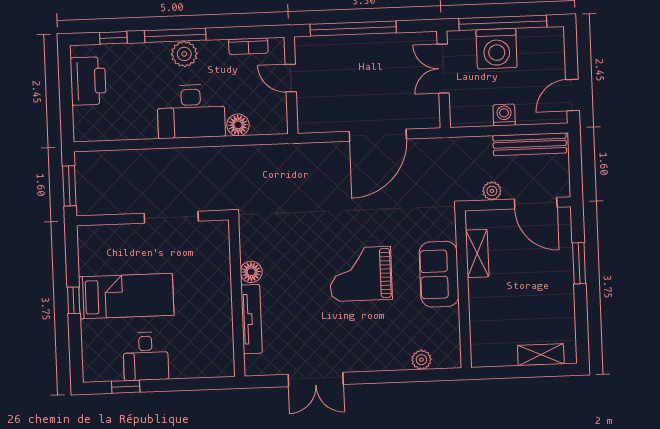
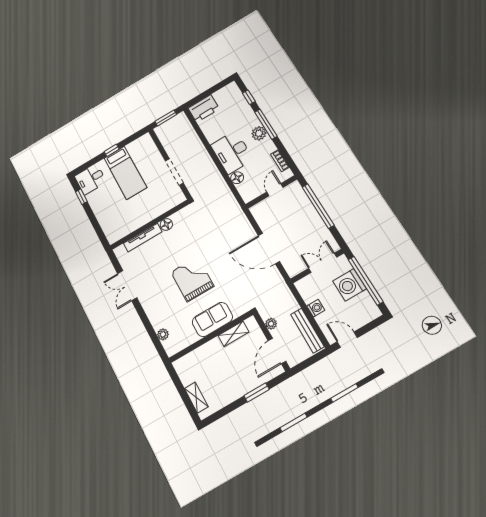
printer: (88, 81) -> (204, 109), moved
desk: (146, 356) -> (91, 179), moved

